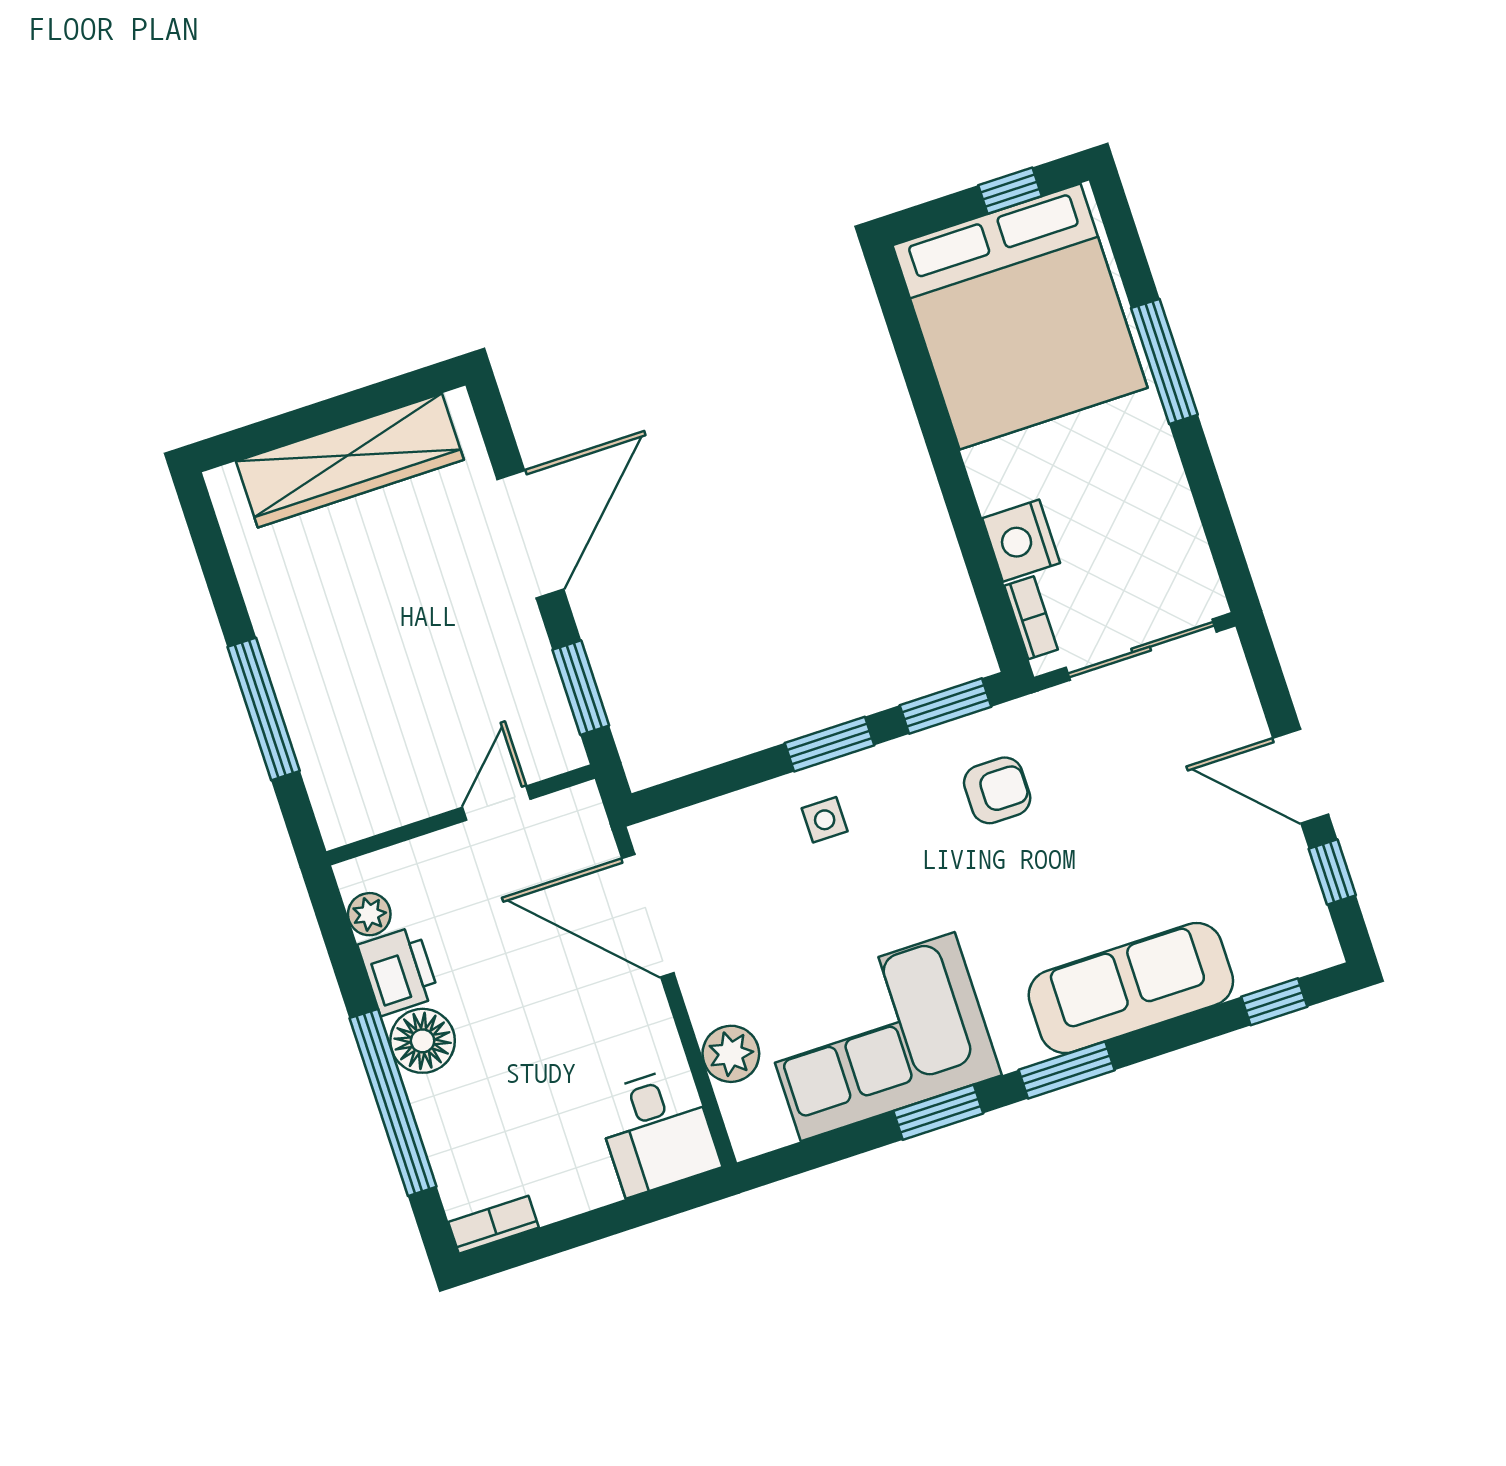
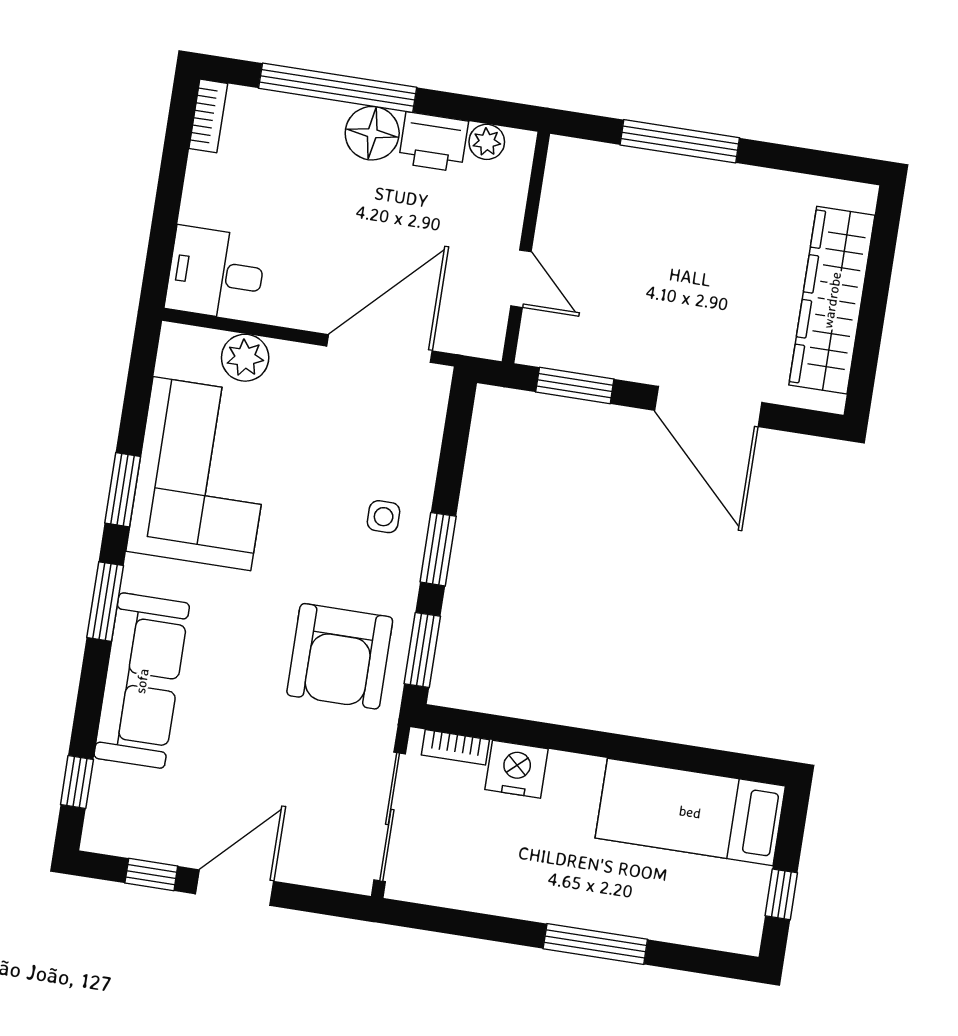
bed: (1020, 316) -> (690, 812), width x0.49
armchair: (997, 790) -> (340, 656), width x1.88, depth x1.88

